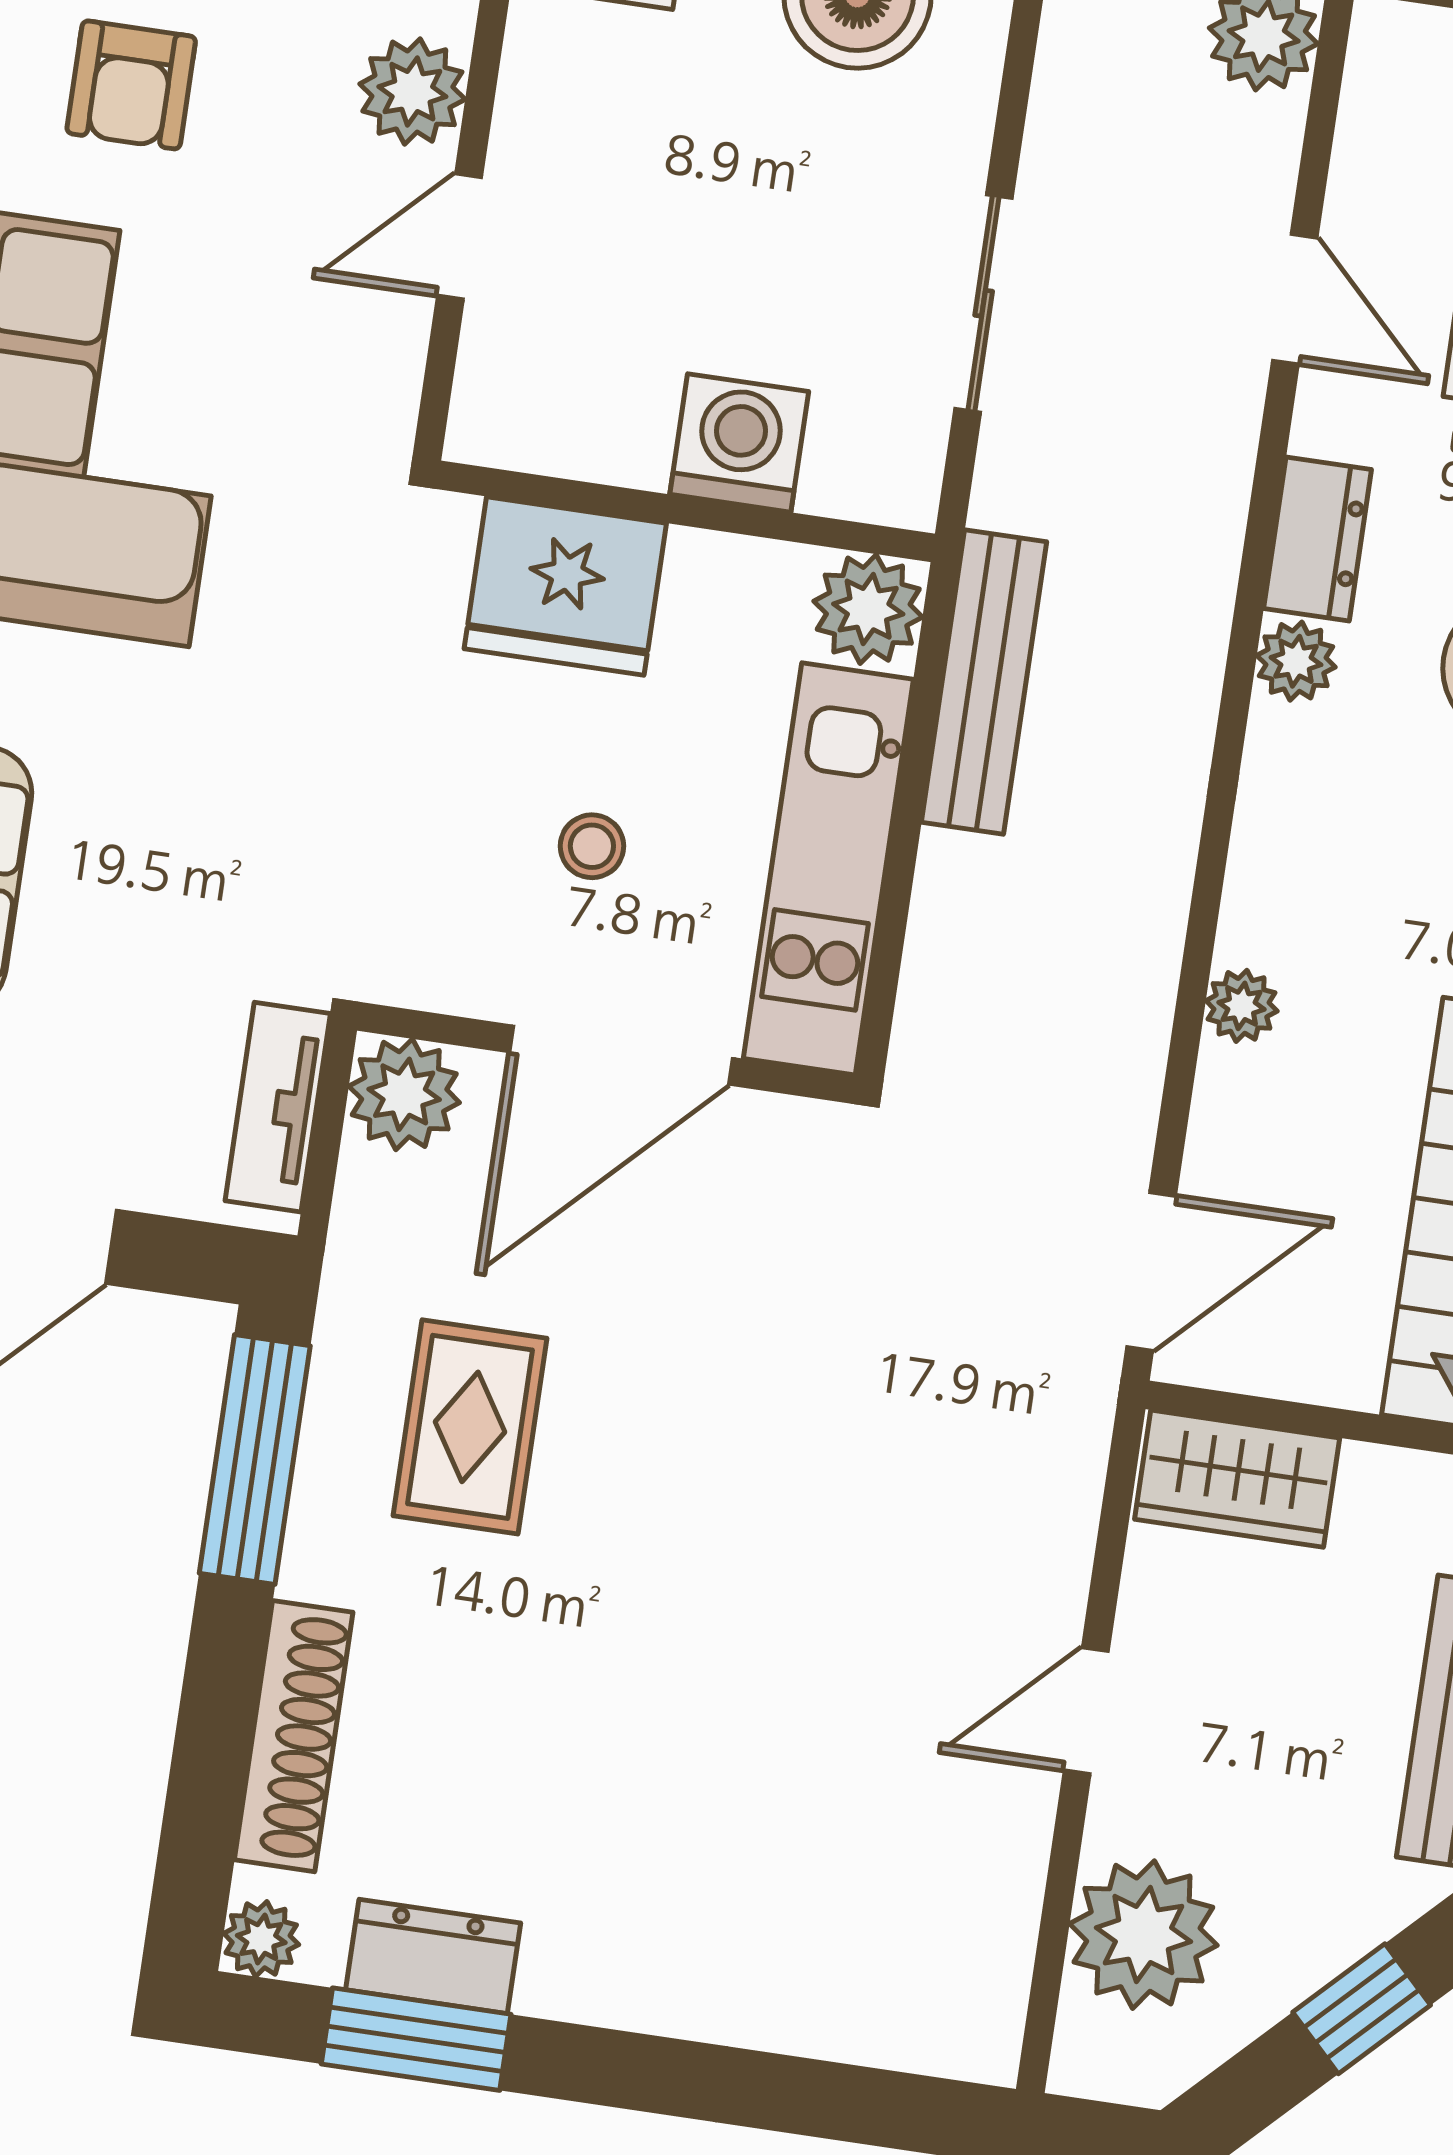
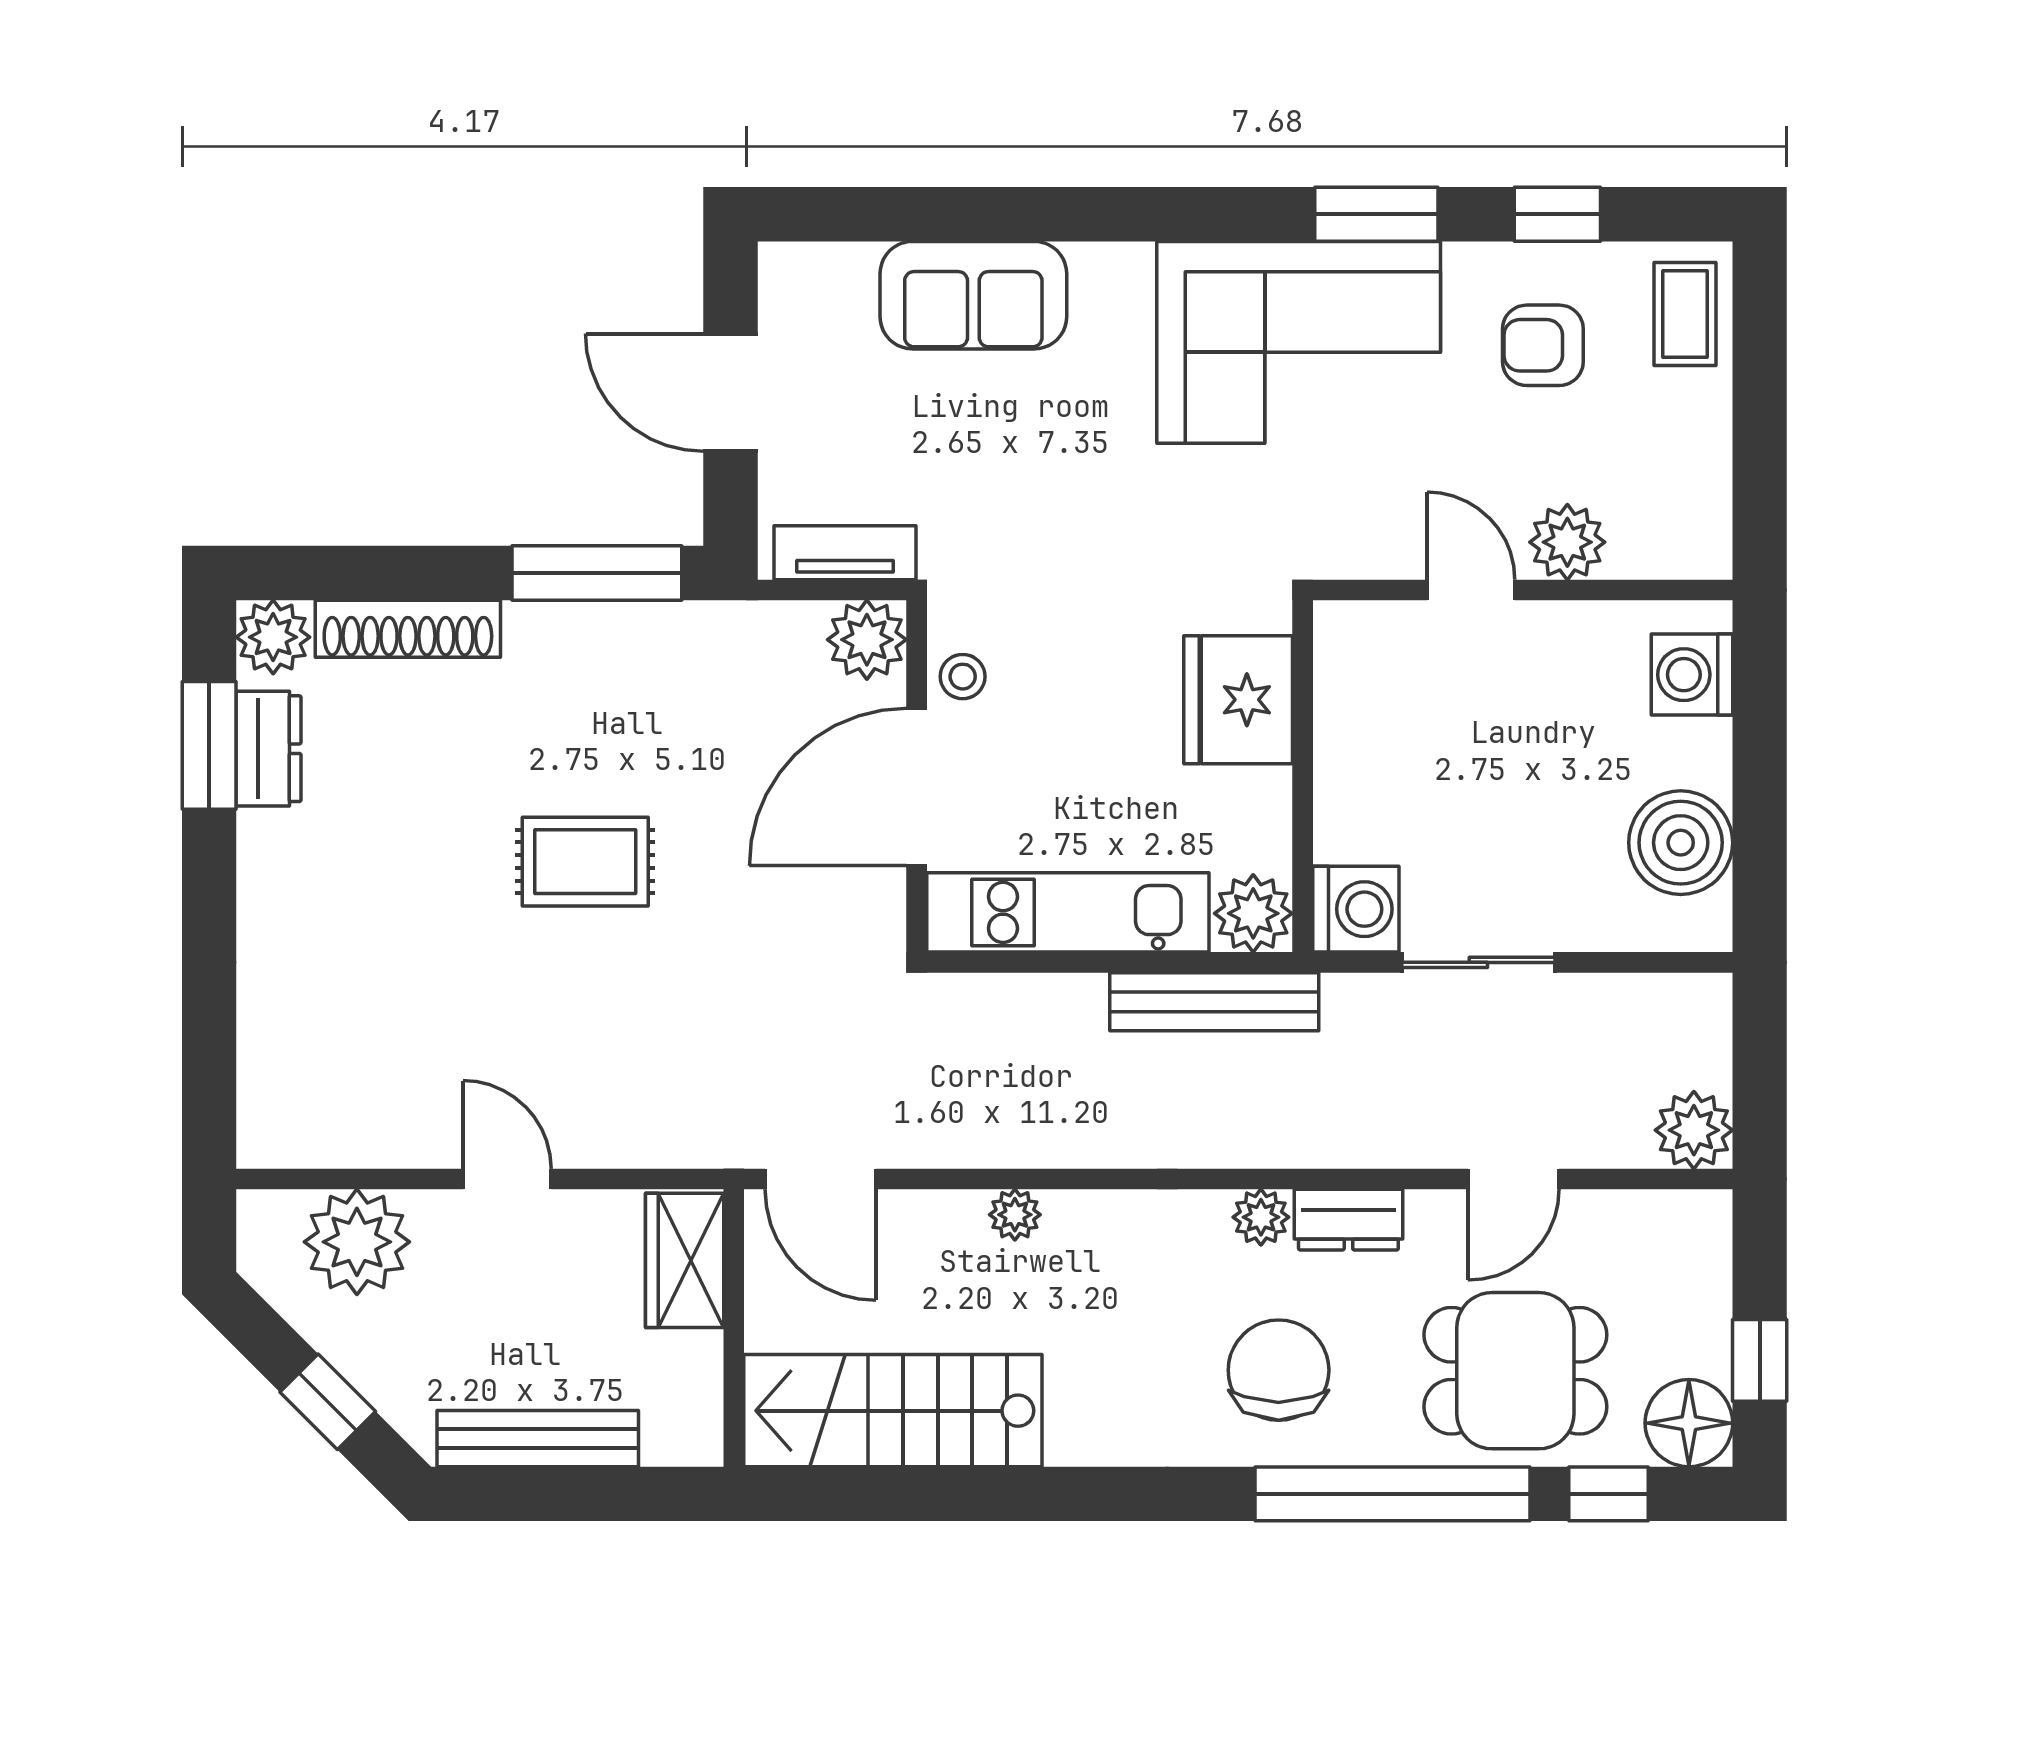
washing machine: (739, 443) -> (1356, 909), moved
stool: (592, 846) -> (963, 677), moved
door: (621, 1055) -> (917, 787), hinge flipped
rug: (470, 1427) -> (585, 862), moved
plant: (261, 1939) -> (273, 637), width x1.38, depth x1.38

